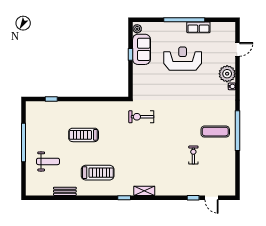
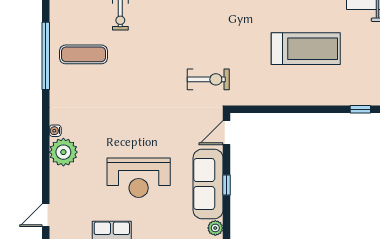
sofa: (141, 49) -> (208, 184), width x1.36
door: (238, 49) -> (46, 215), moved
door: (131, 85) -> (226, 133), added
treadmill: (84, 135) -> (306, 49), width x1.37, depth x1.38

